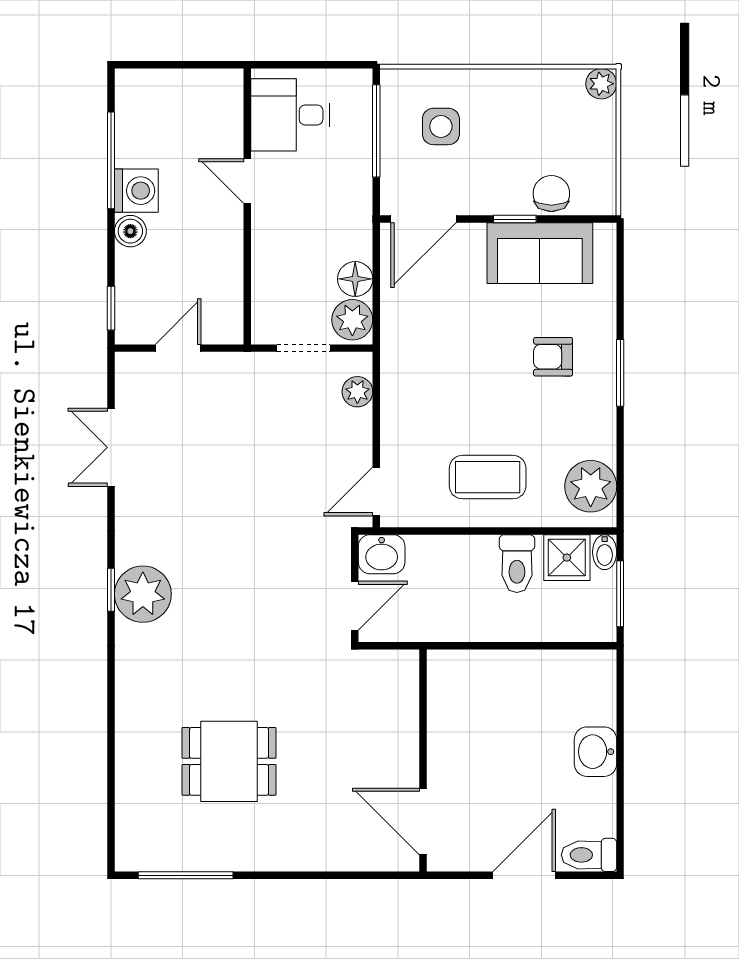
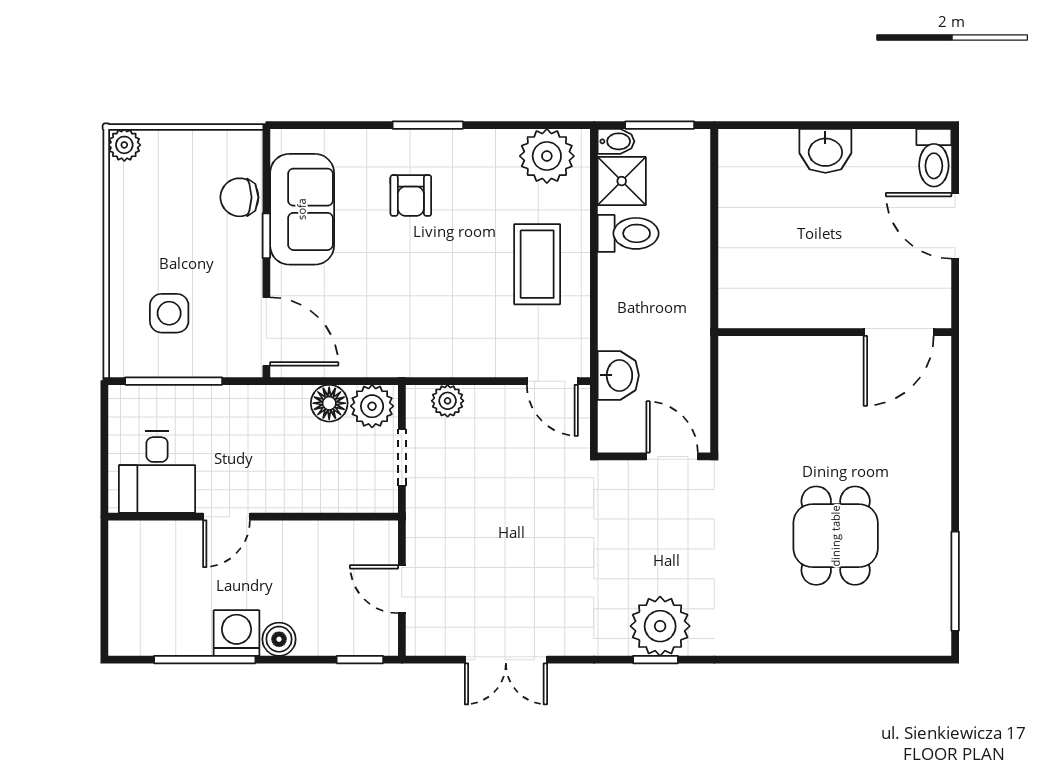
wall: (355, 588) -> (654, 456), moved
door: (355, 606) -> (672, 456), moved

